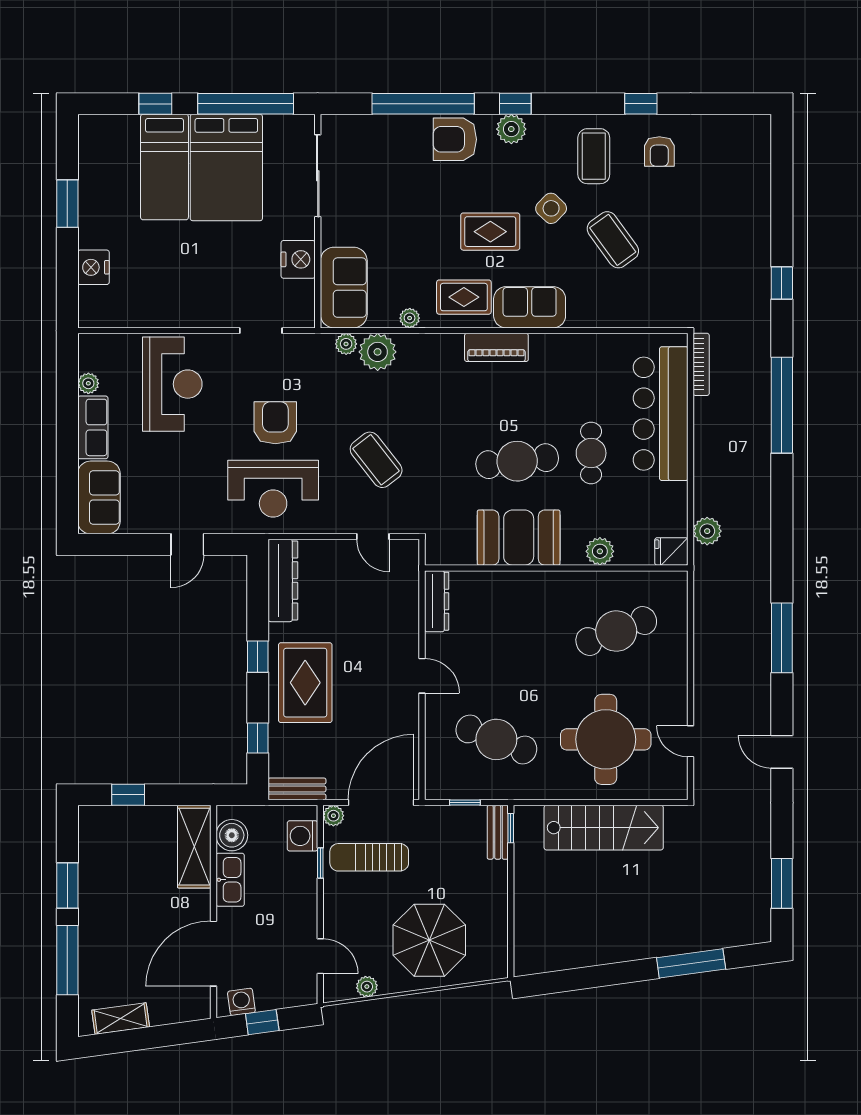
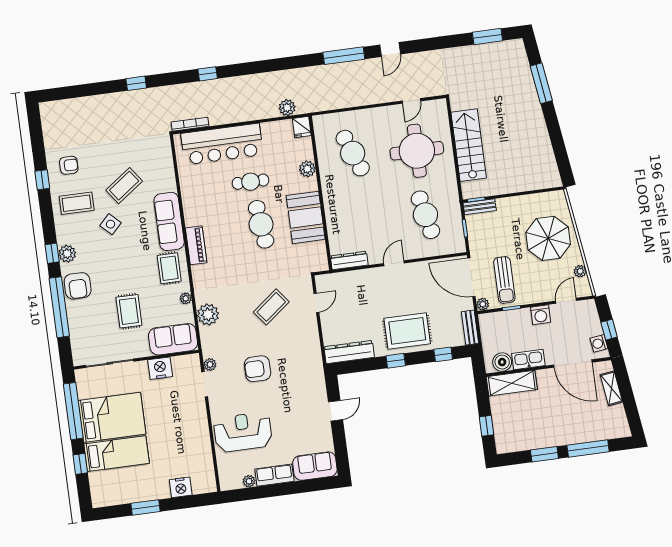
rug: (490, 232) -> (129, 311), moved
sofa: (530, 307) -> (169, 221), width x1.36
plant: (346, 344) -> (210, 365), moved
window: (782, 405) -> (208, 74), width x0.32
reception desk: (273, 489) -> (296, 365), removed
door: (187, 544) -> (336, 411), hinge flipped
cafe table: (496, 739) -> (425, 215), turned -33
door: (782, 752) -> (390, 49), moved
washing machine: (302, 836) -> (541, 315), moved
shelving: (121, 1019) -> (611, 388), moved

